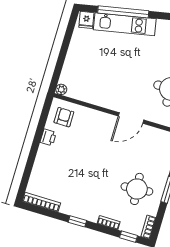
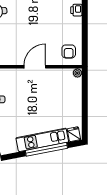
door: (131, 118) -> (35, 67), moved
printer: (48, 137) -> (76, 10), moved

